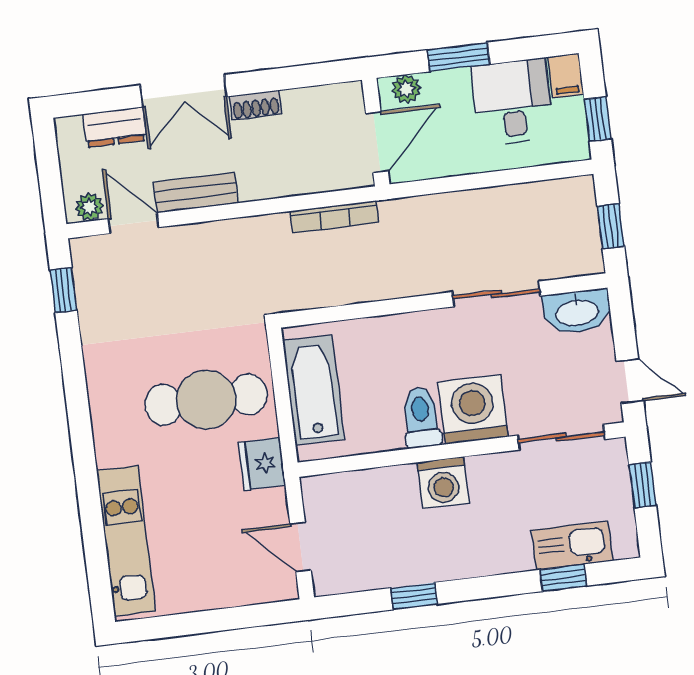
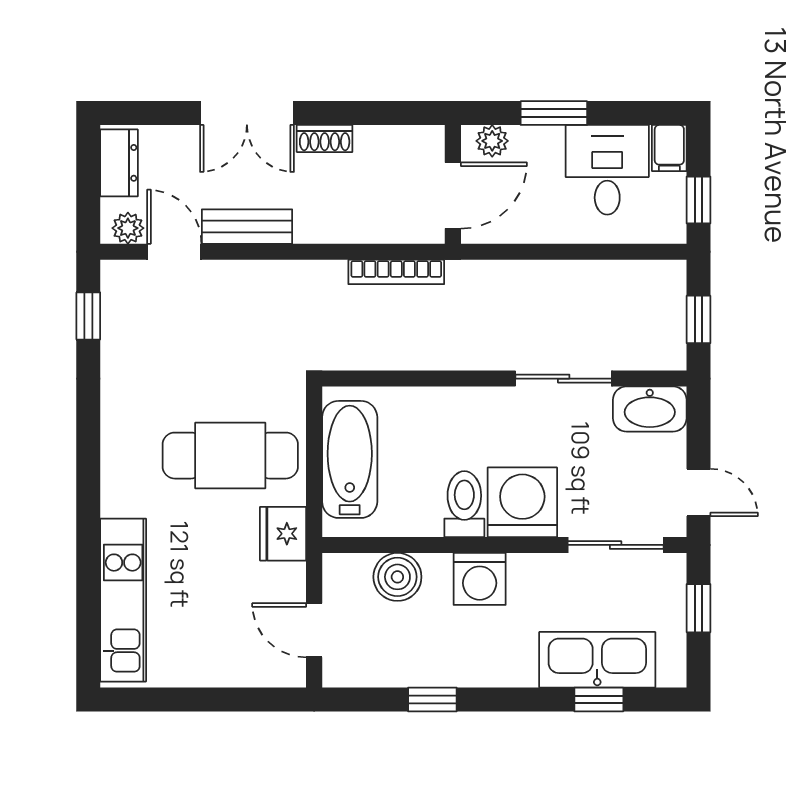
dresser: (115, 127) -> (119, 163), moved, turned -90
boiler: (369, 490) -> (397, 577), added
kitchen sink: (572, 545) -> (597, 660), width x1.36, depth x1.24

